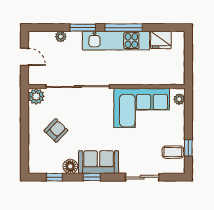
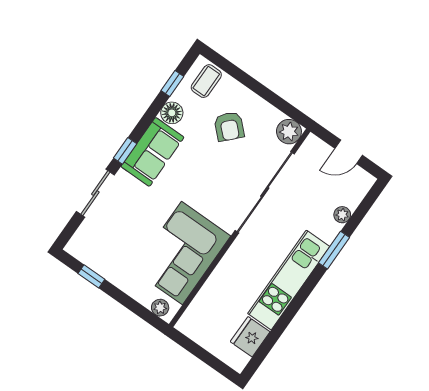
window: (124, 28) -> (298, 301), removed
coffee table: (173, 152) -> (206, 81), moved
window: (92, 177) -> (125, 151), moved

